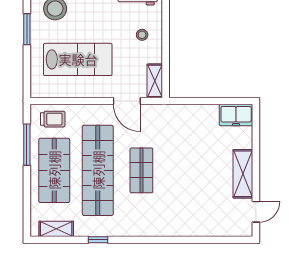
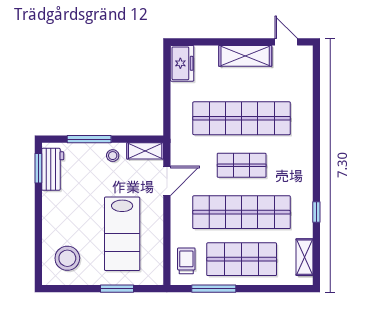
window: (27, 29) -> (117, 289), moved
window: (166, 29) -> (89, 139), added
stool: (142, 35) -> (113, 156), moved
lab bench: (78, 59) -> (122, 234), turned 180
shop shelf: (185, 170) -> (242, 118), added

